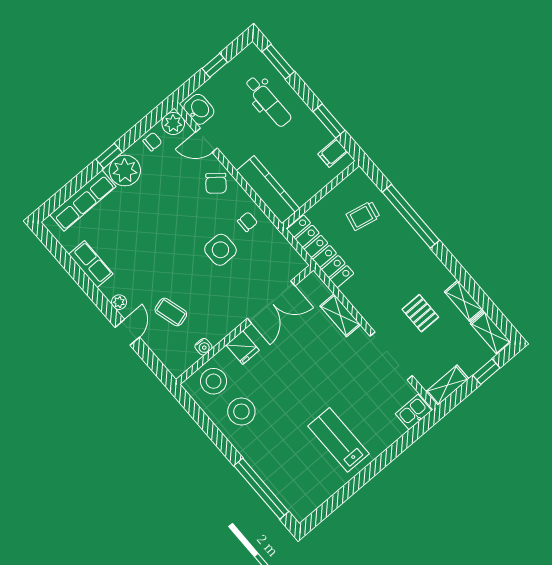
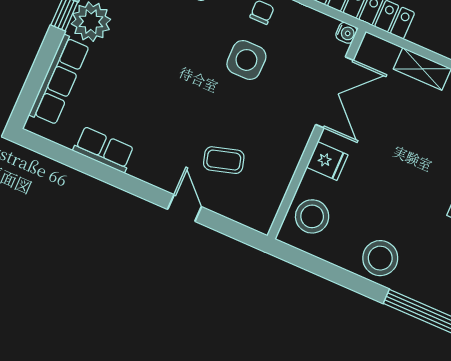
plant: (119, 302) -> (158, 178), removed
water cooler: (203, 347) -> (346, 33), moved
stool: (241, 411) -> (380, 258), moved

